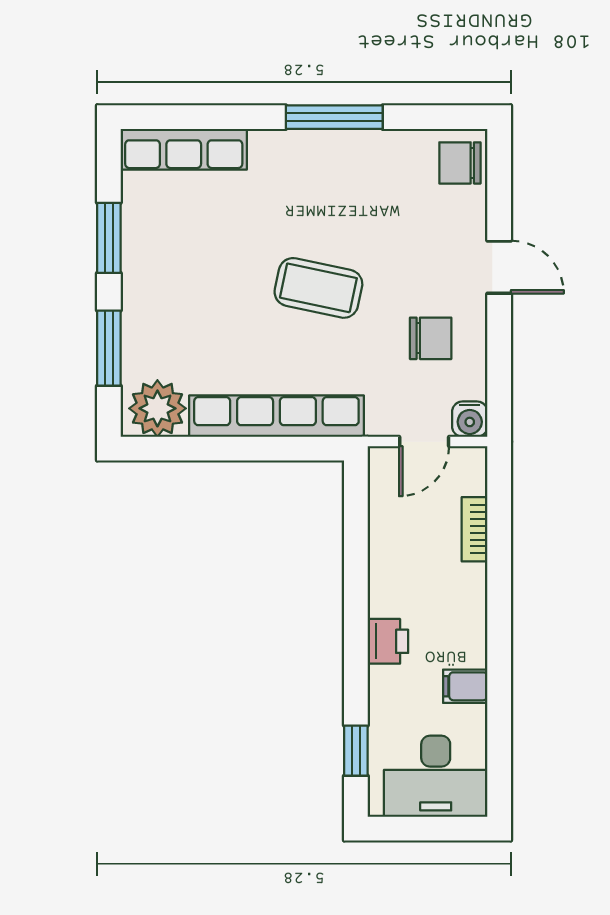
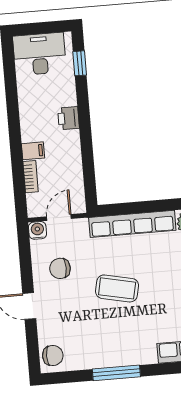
filing cabinet: (465, 686) -> (33, 151), moved

